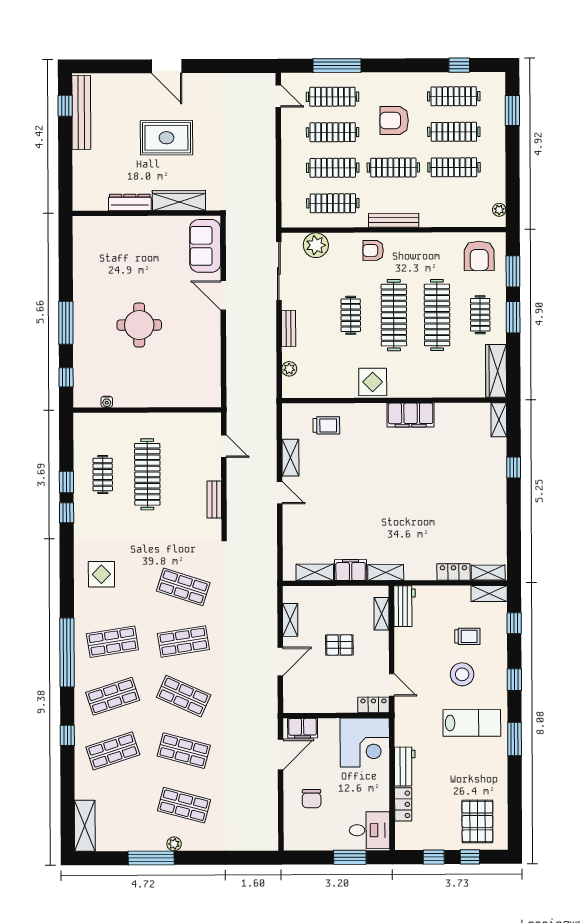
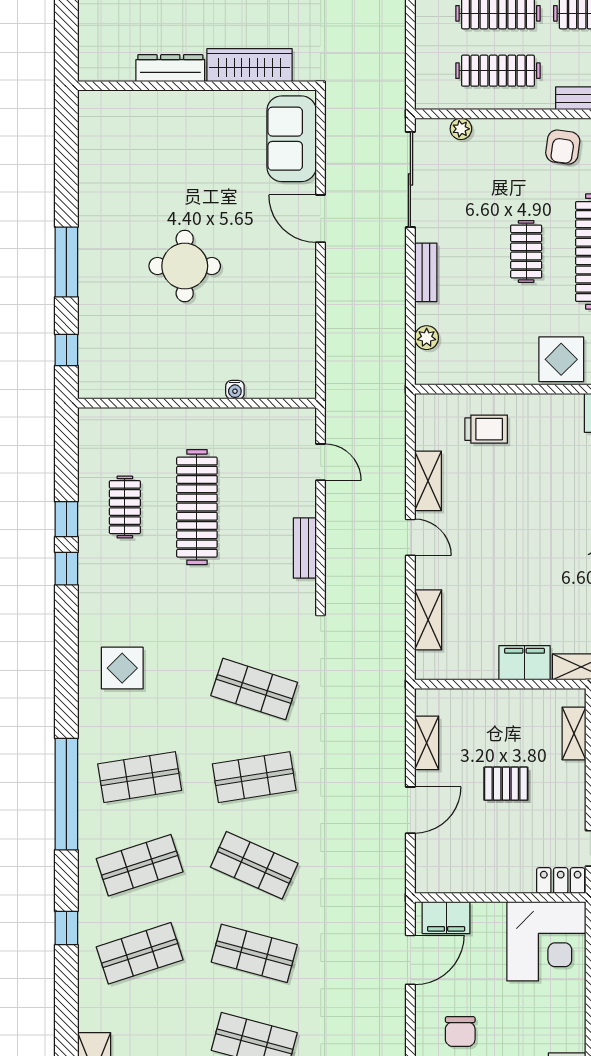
plant: (316, 245) -> (461, 129), width x0.53, depth x0.53
armchair: (373, 250) -> (563, 147), turned -82
water cooler: (107, 402) -> (235, 390), moved
shelving: (315, 572) -> (428, 620), moved, turned 90

